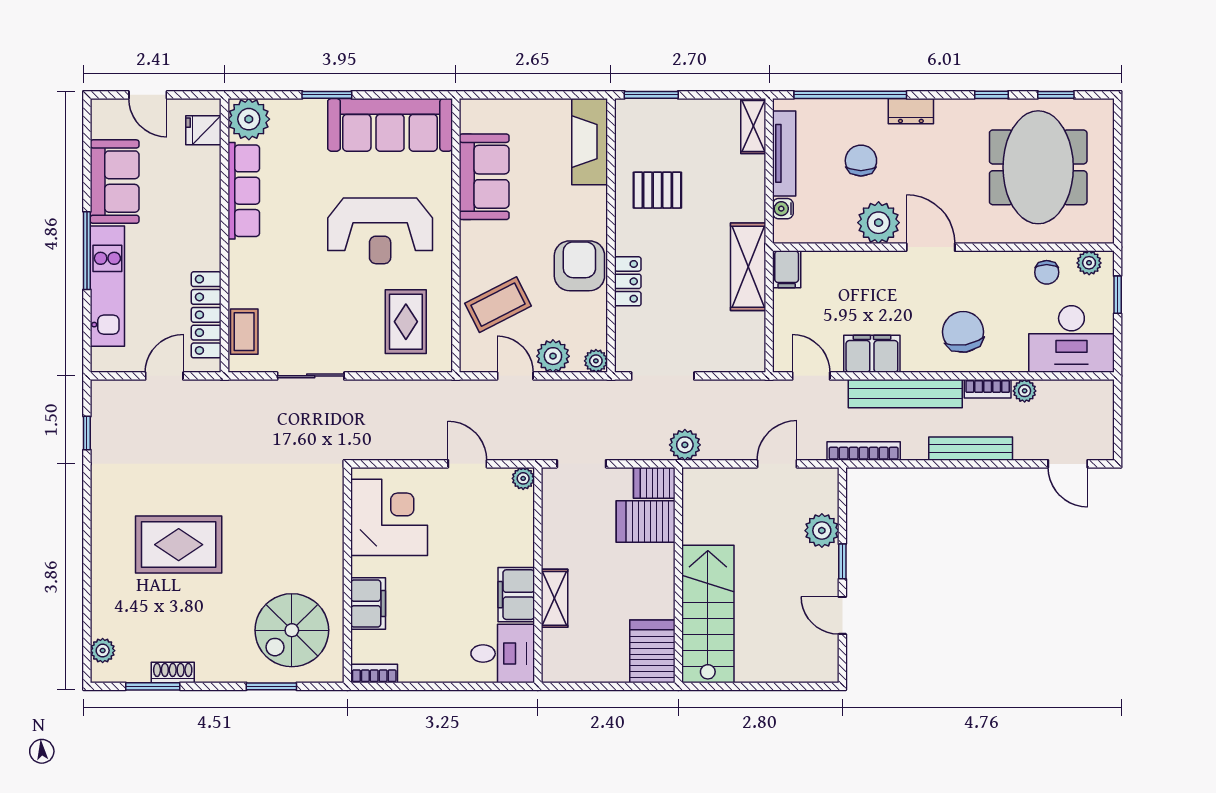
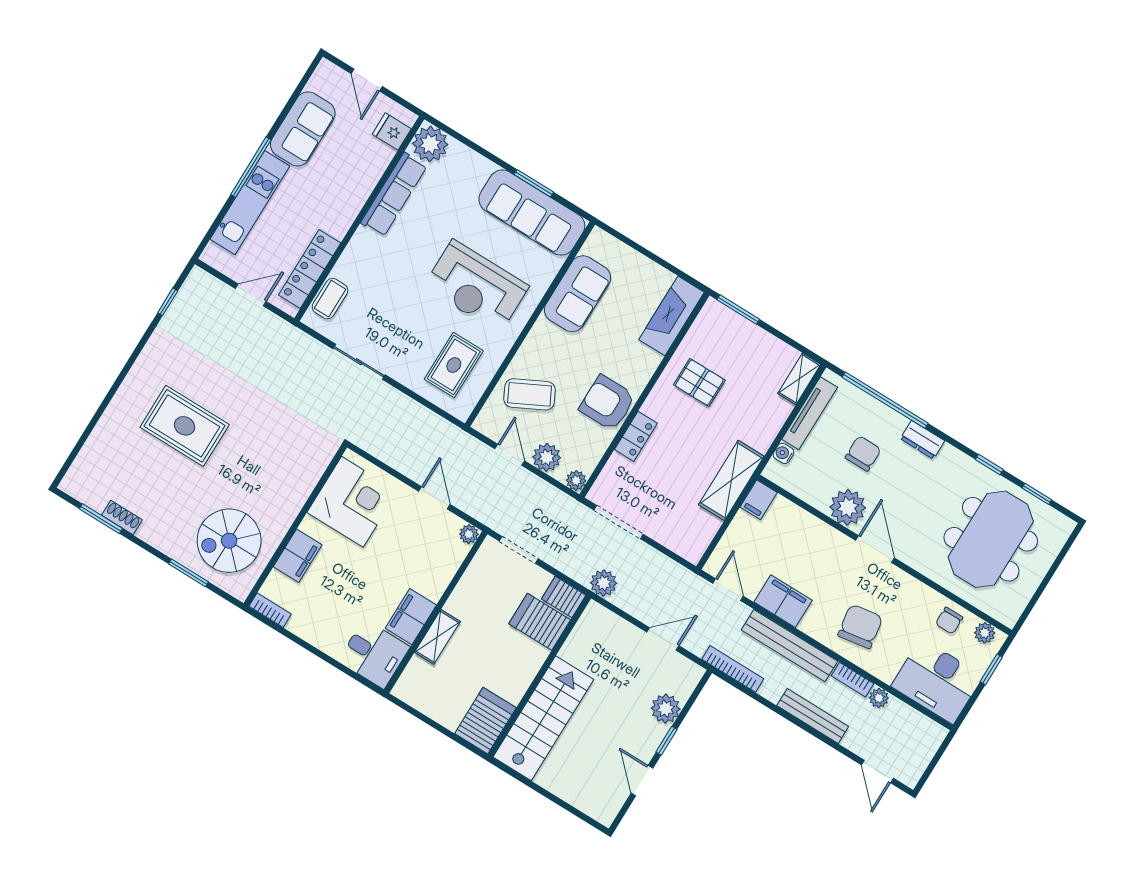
window: (327, 95) -> (534, 183), moved
armchair: (579, 266) -> (607, 403), turned -90
plant: (103, 651) -> (80, 469), removed

